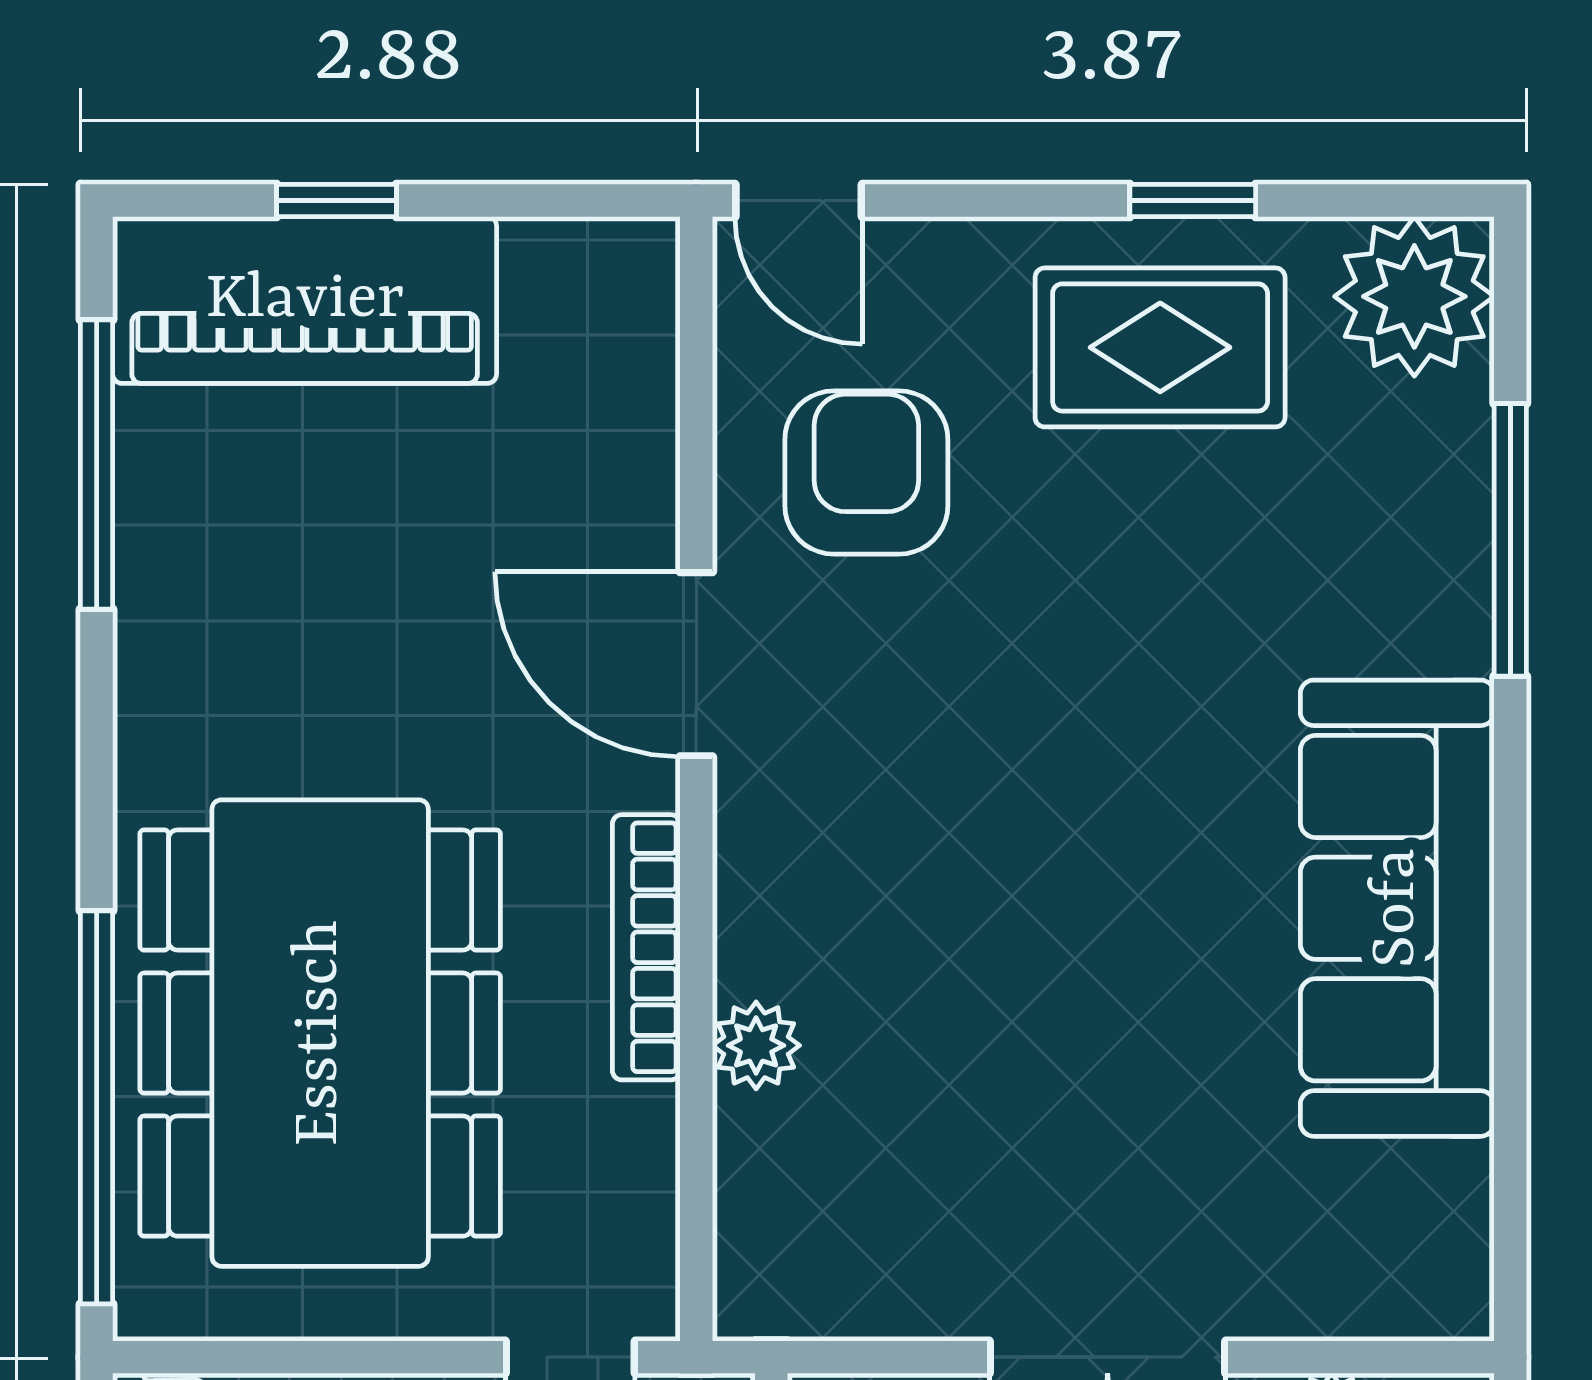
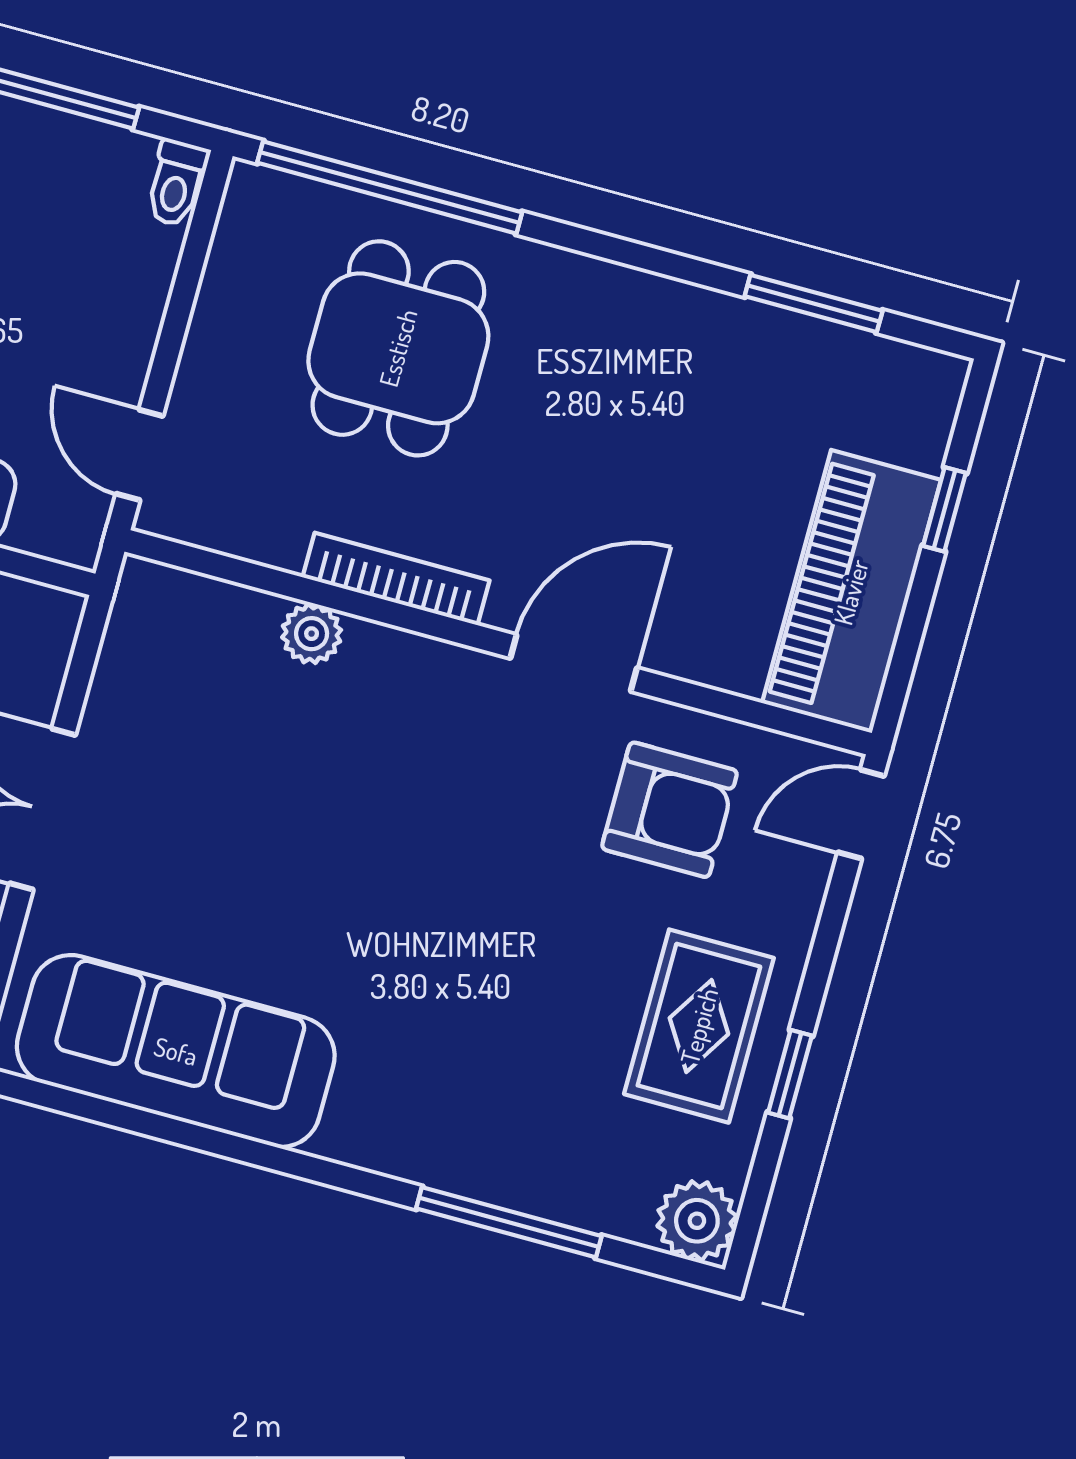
plant: (1414, 296) -> (697, 1221), width x0.73, depth x0.73
piano: (305, 300) -> (851, 592), moved
window: (97, 465) -> (814, 303), width x0.69
sofa: (1397, 908) -> (176, 1051), moved
dining table: (320, 1033) -> (398, 348), width x0.53, depth x0.80

